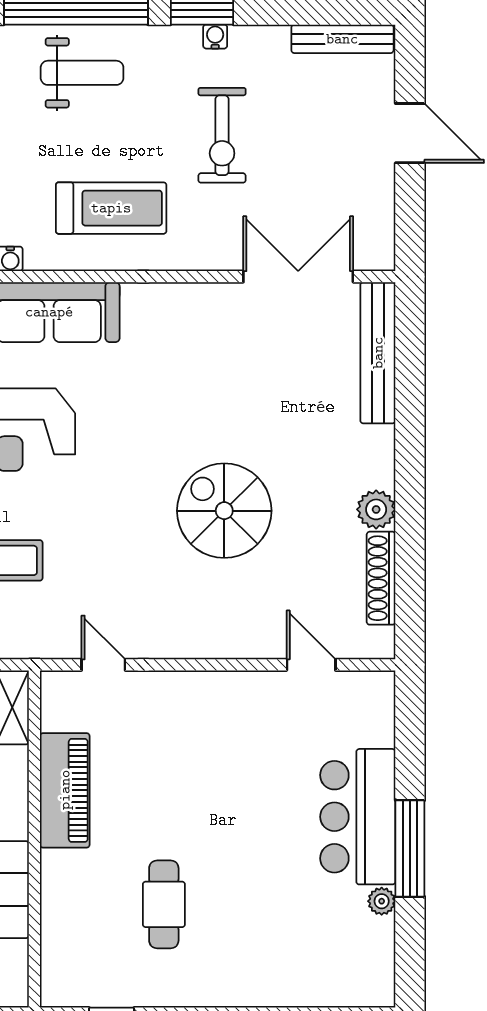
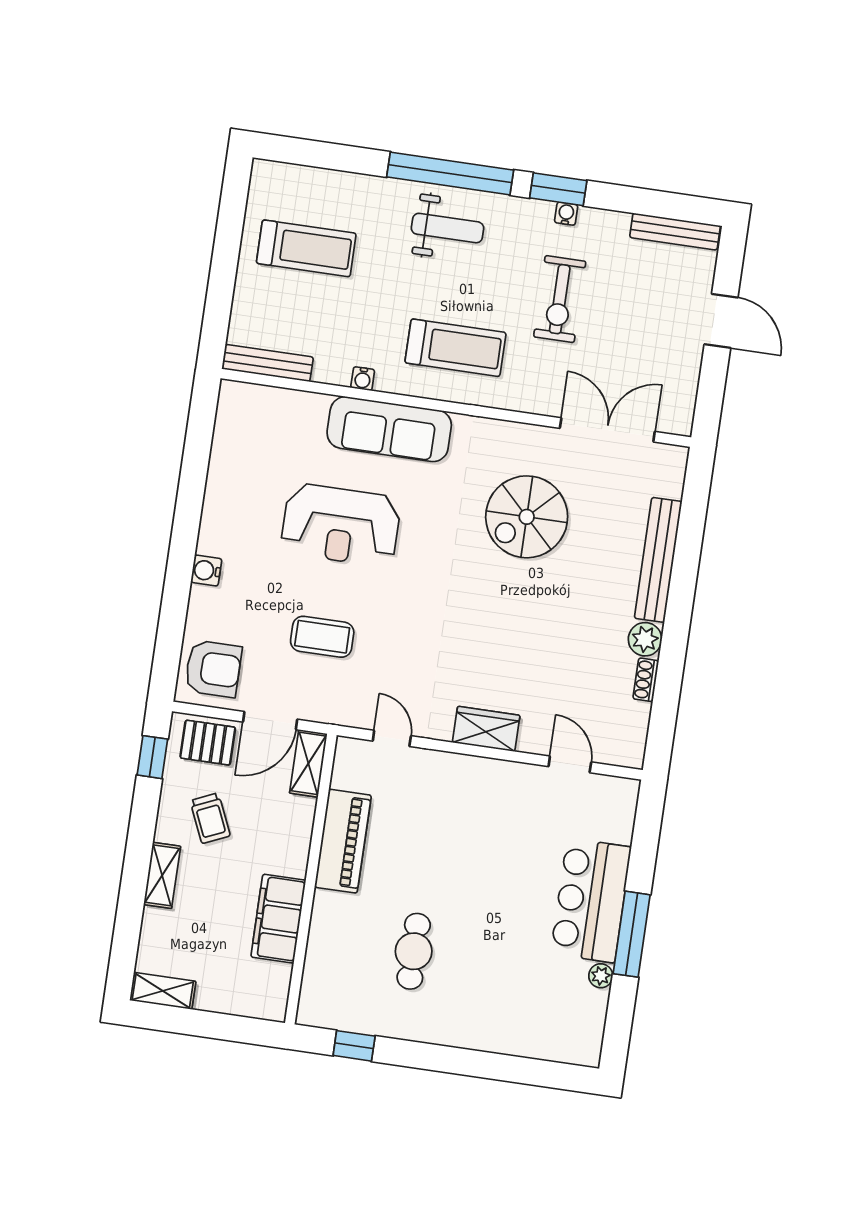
bench: (378, 353) -> (658, 560), moved
spiral stairs: (224, 511) -> (527, 517), moved, turned -90
shoe rack: (381, 578) -> (646, 680), width x0.51, depth x0.81
wardrobe: (210, 638) -> (486, 729), added

